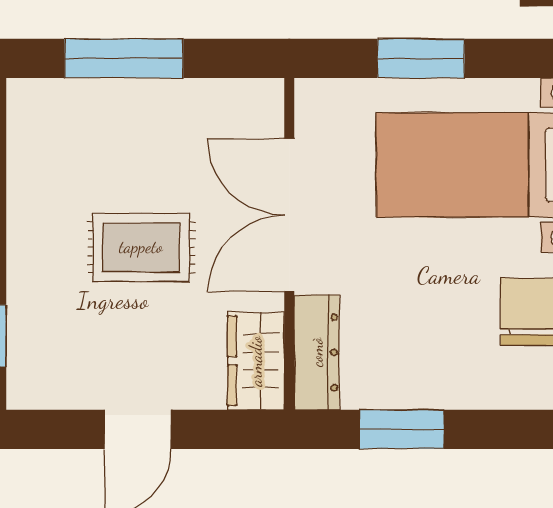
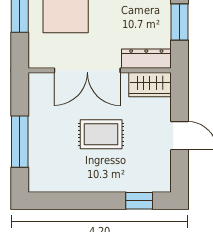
rug: (141, 247) -> (101, 134), turned 90

